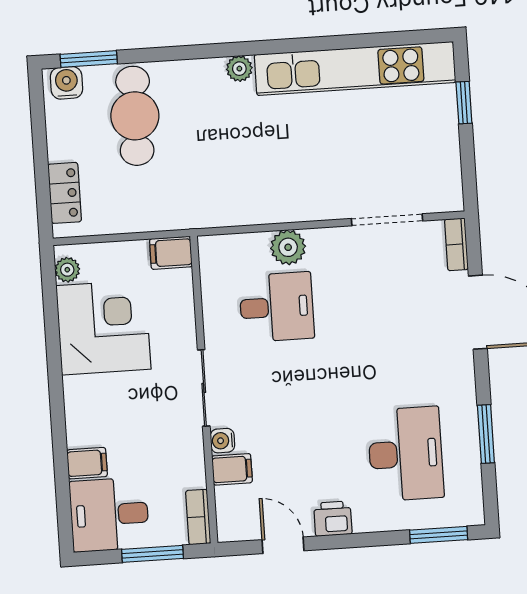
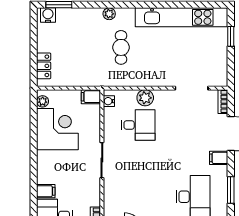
plant: (239, 69) -> (109, 14), moved
cafe table: (135, 116) -> (121, 47), moved, width x0.73, depth x0.74
water cooler: (222, 441) -> (109, 101), moved
filing cabinet: (232, 469) -> (219, 158), moved, turned 180

